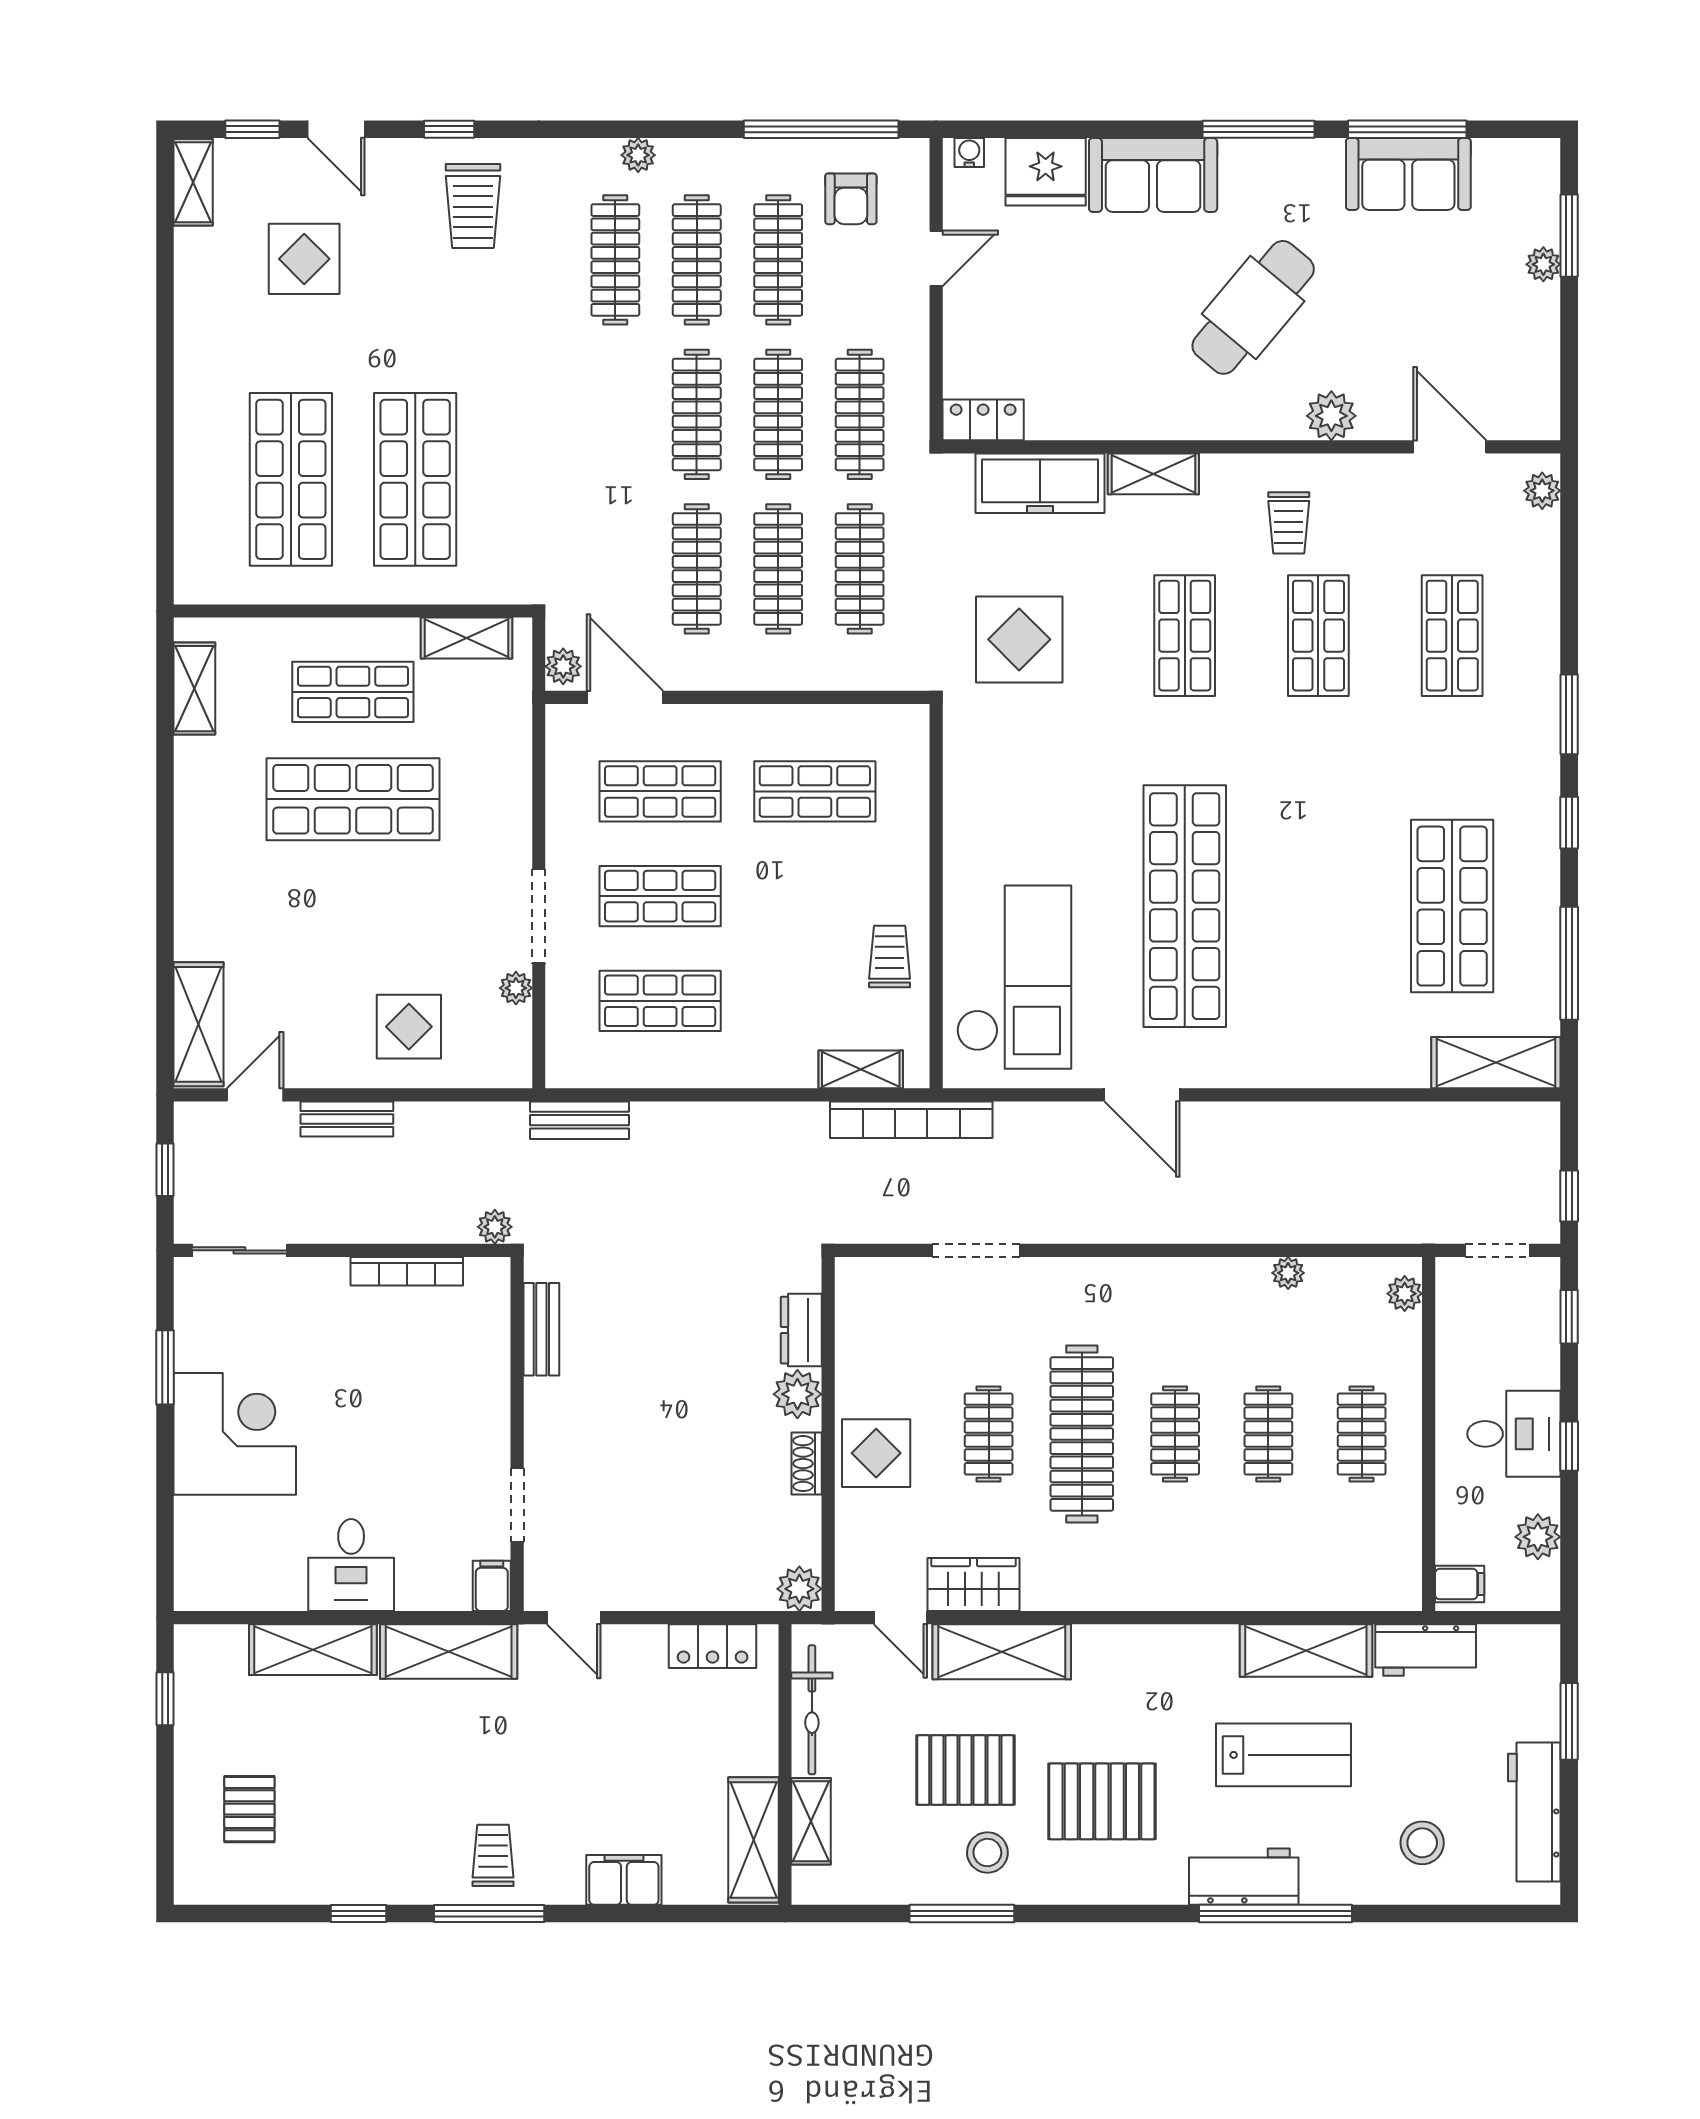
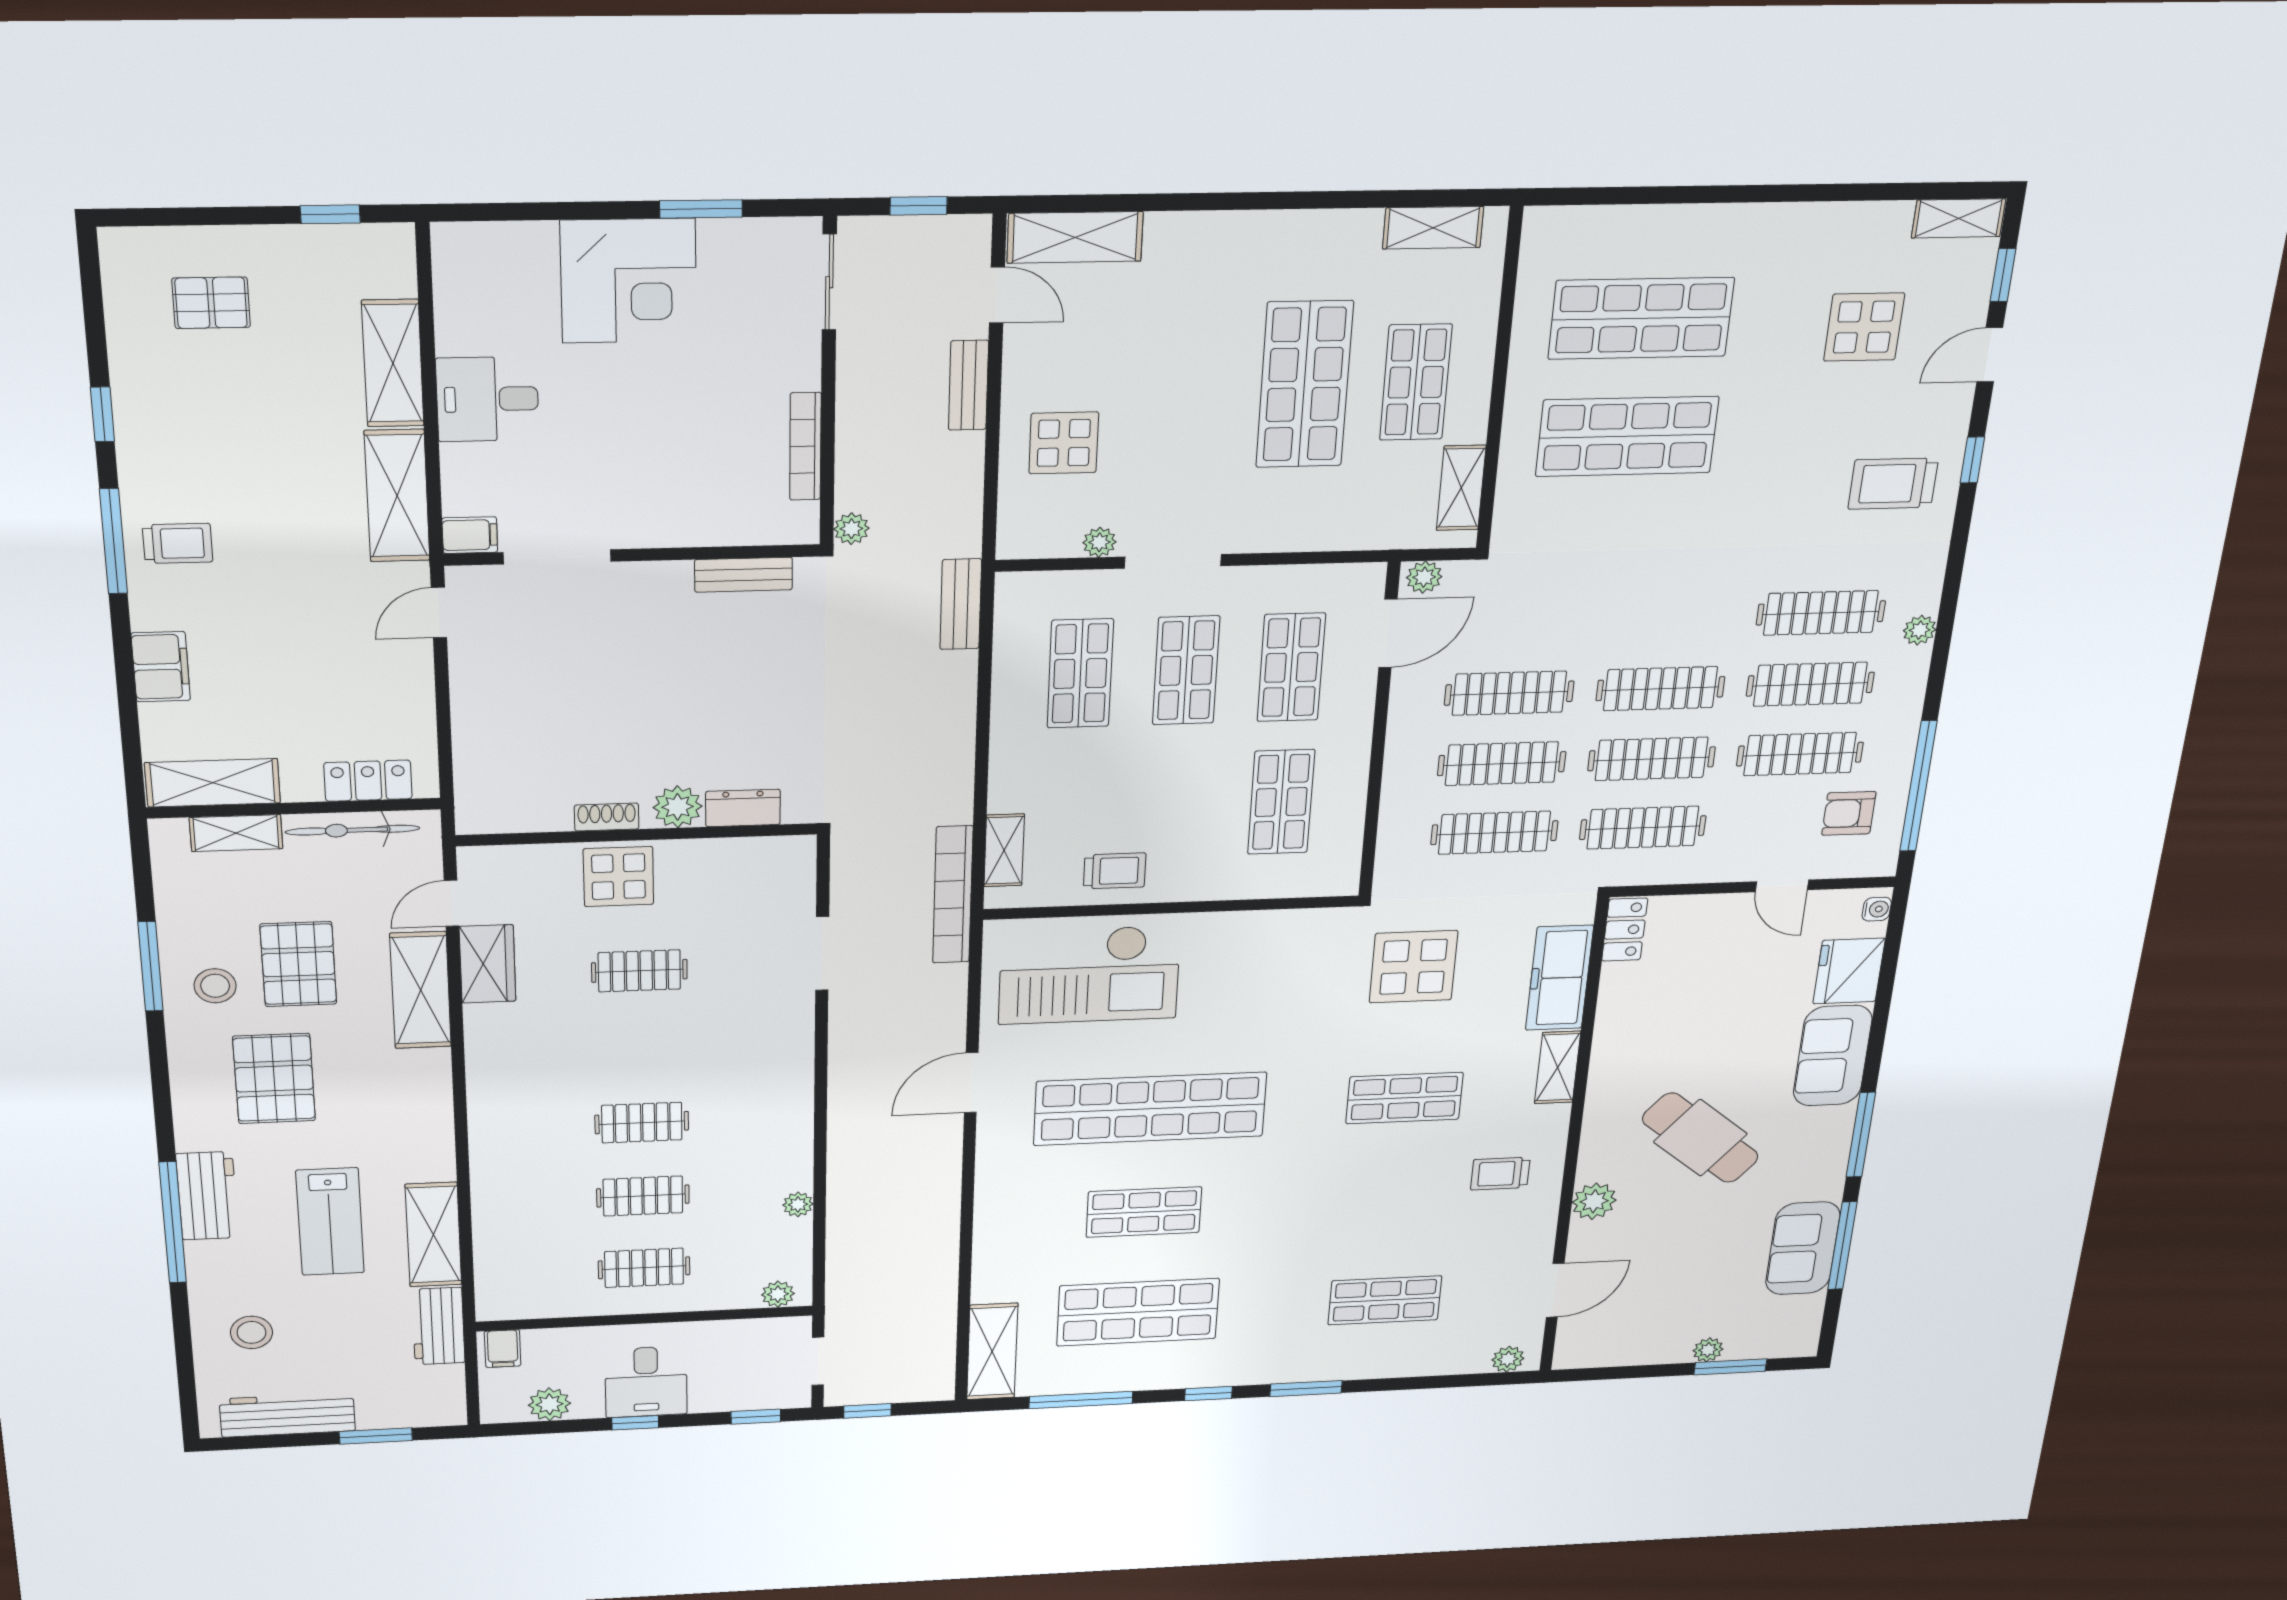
shop shelf: (1318, 636) -> (1144, 1212), moved
clothes rail: (1082, 1434) -> (641, 1048), removed
doorway: (517, 1505) -> (557, 557), width x1.38
plant: (799, 1589) -> (477, 815), removed
locker: (713, 1646) -> (368, 781), moved, turned 90

